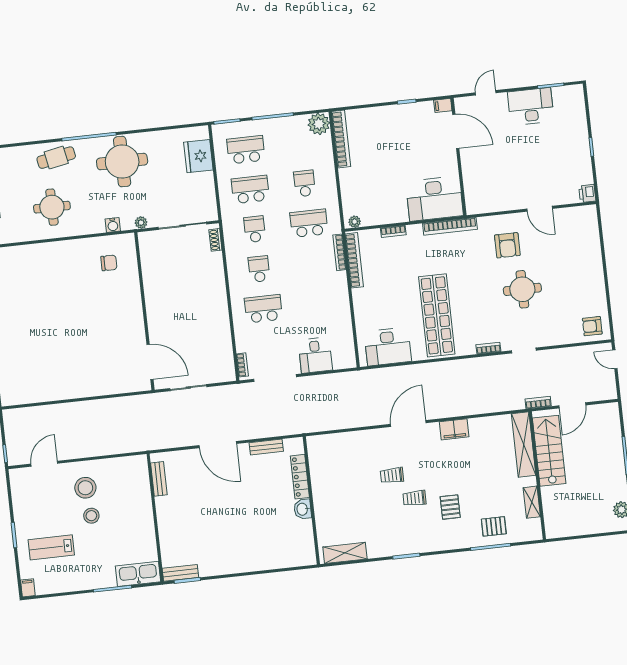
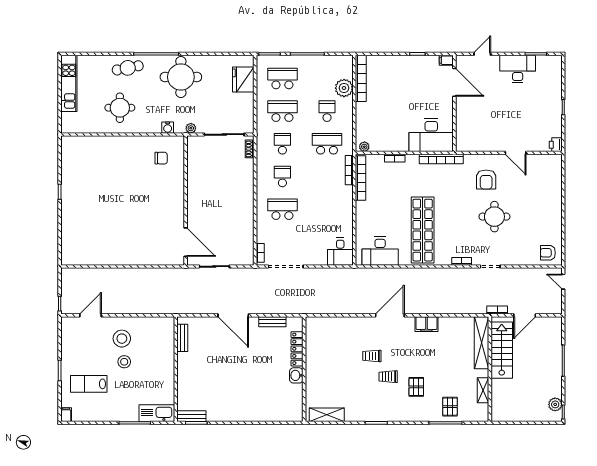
plant: (319, 124) -> (344, 88), moved
desk: (315, 355) -> (340, 252), moved
pallet: (494, 526) -> (450, 407), turned 90

